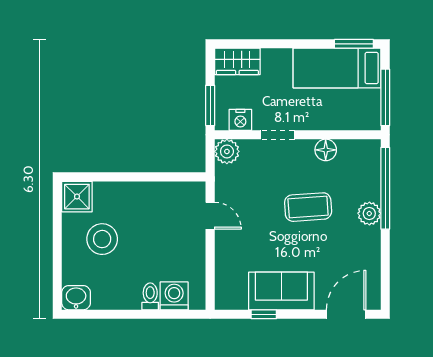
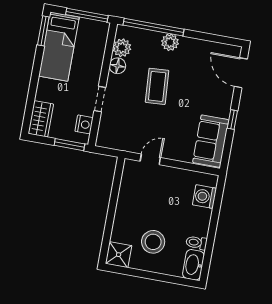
plant: (227, 151) -> (122, 48), moved
sofa: (281, 291) -> (211, 141), moved
toilet: (150, 296) -> (196, 243), moved
washbasin: (76, 298) -> (193, 265), width x1.38
window: (264, 314) -> (232, 120), moved

